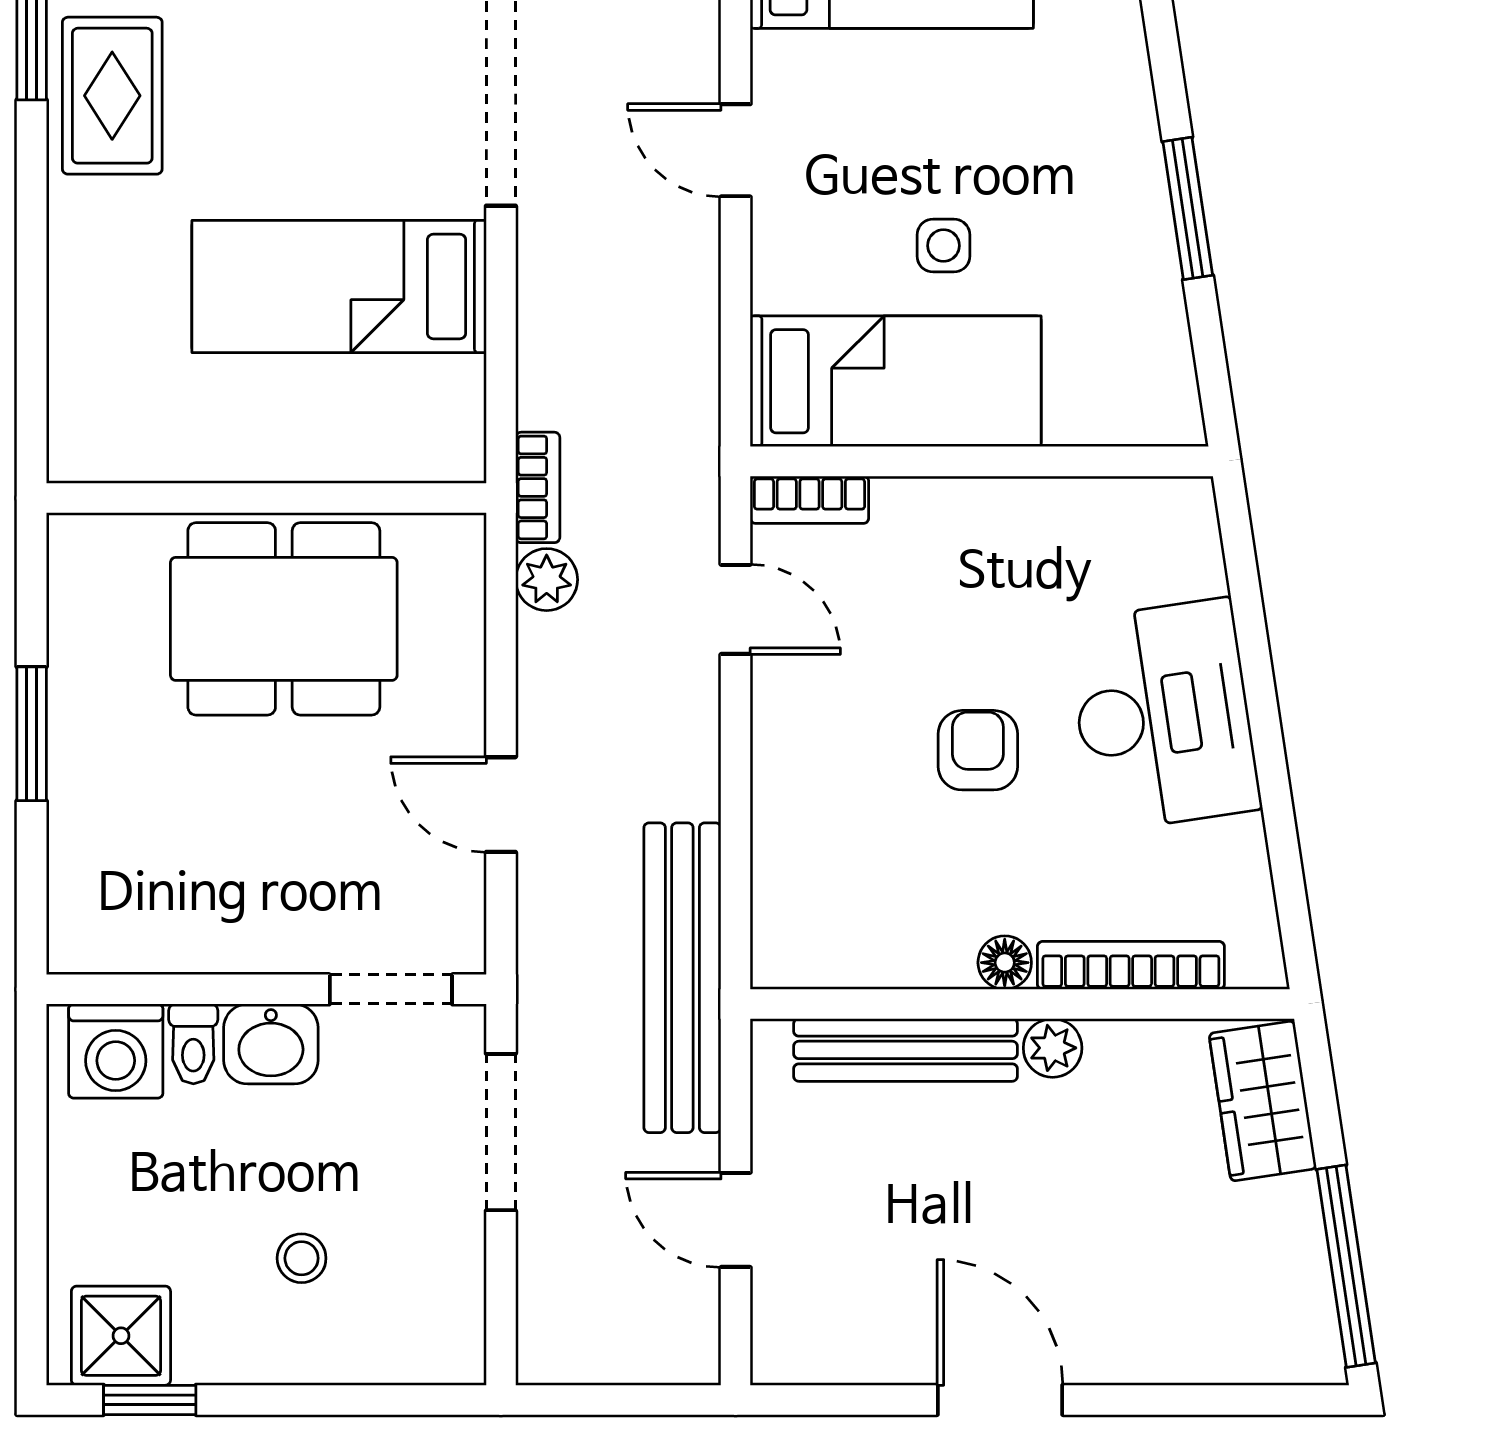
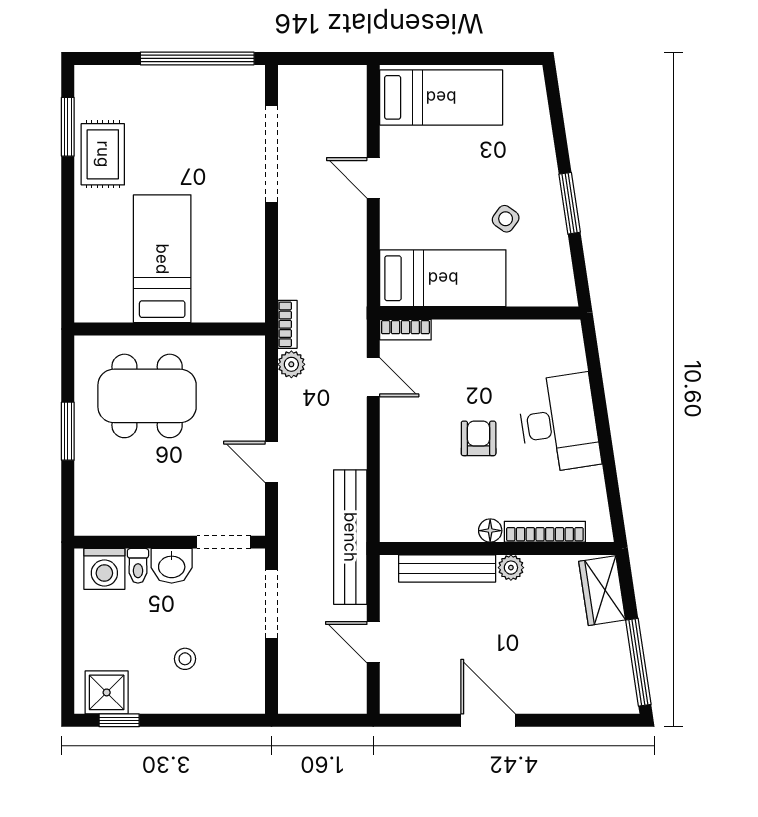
side table: (943, 246) -> (506, 219), moved, turned 36
bed: (339, 286) -> (162, 259), moved, turned 90
dining table: (284, 619) -> (147, 396), moved

